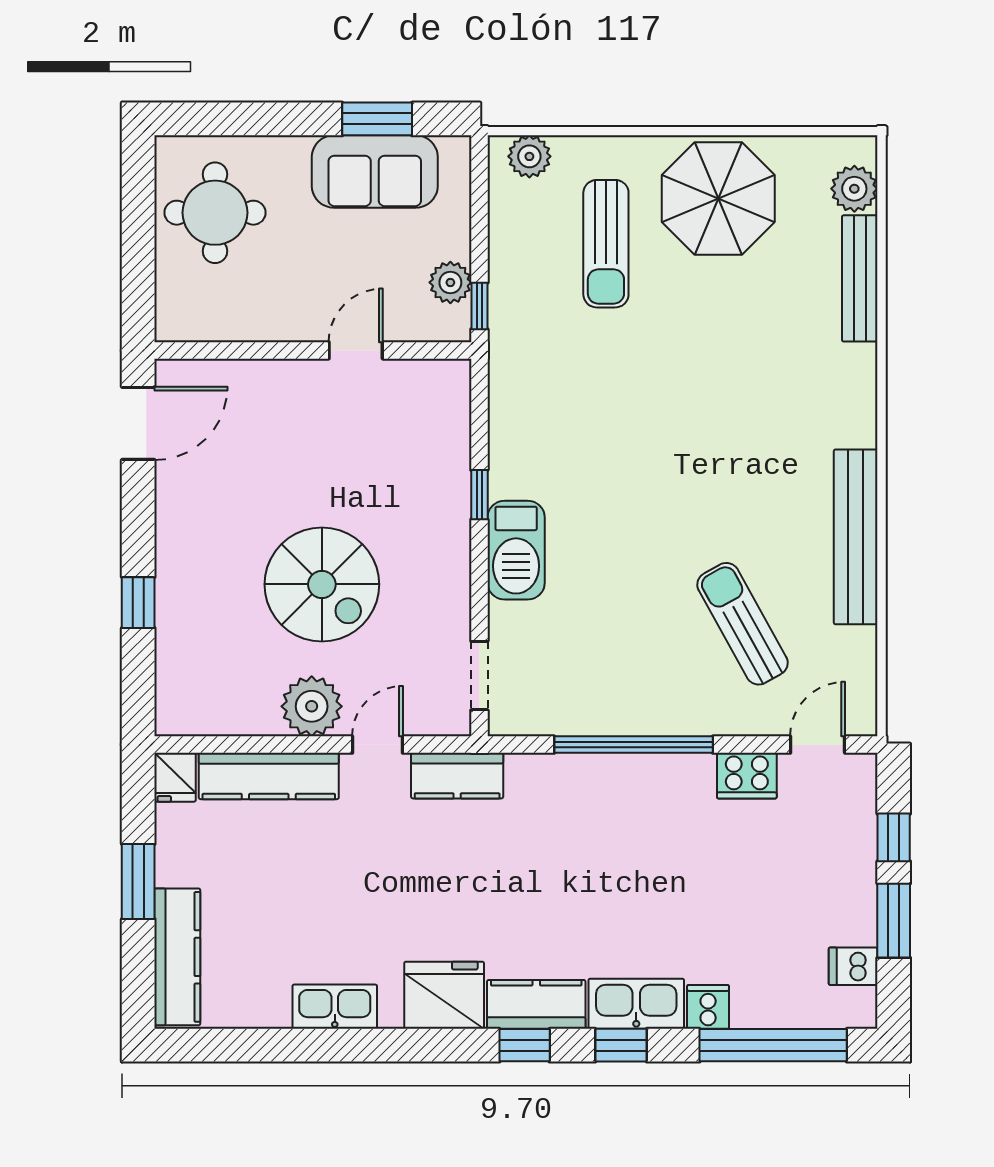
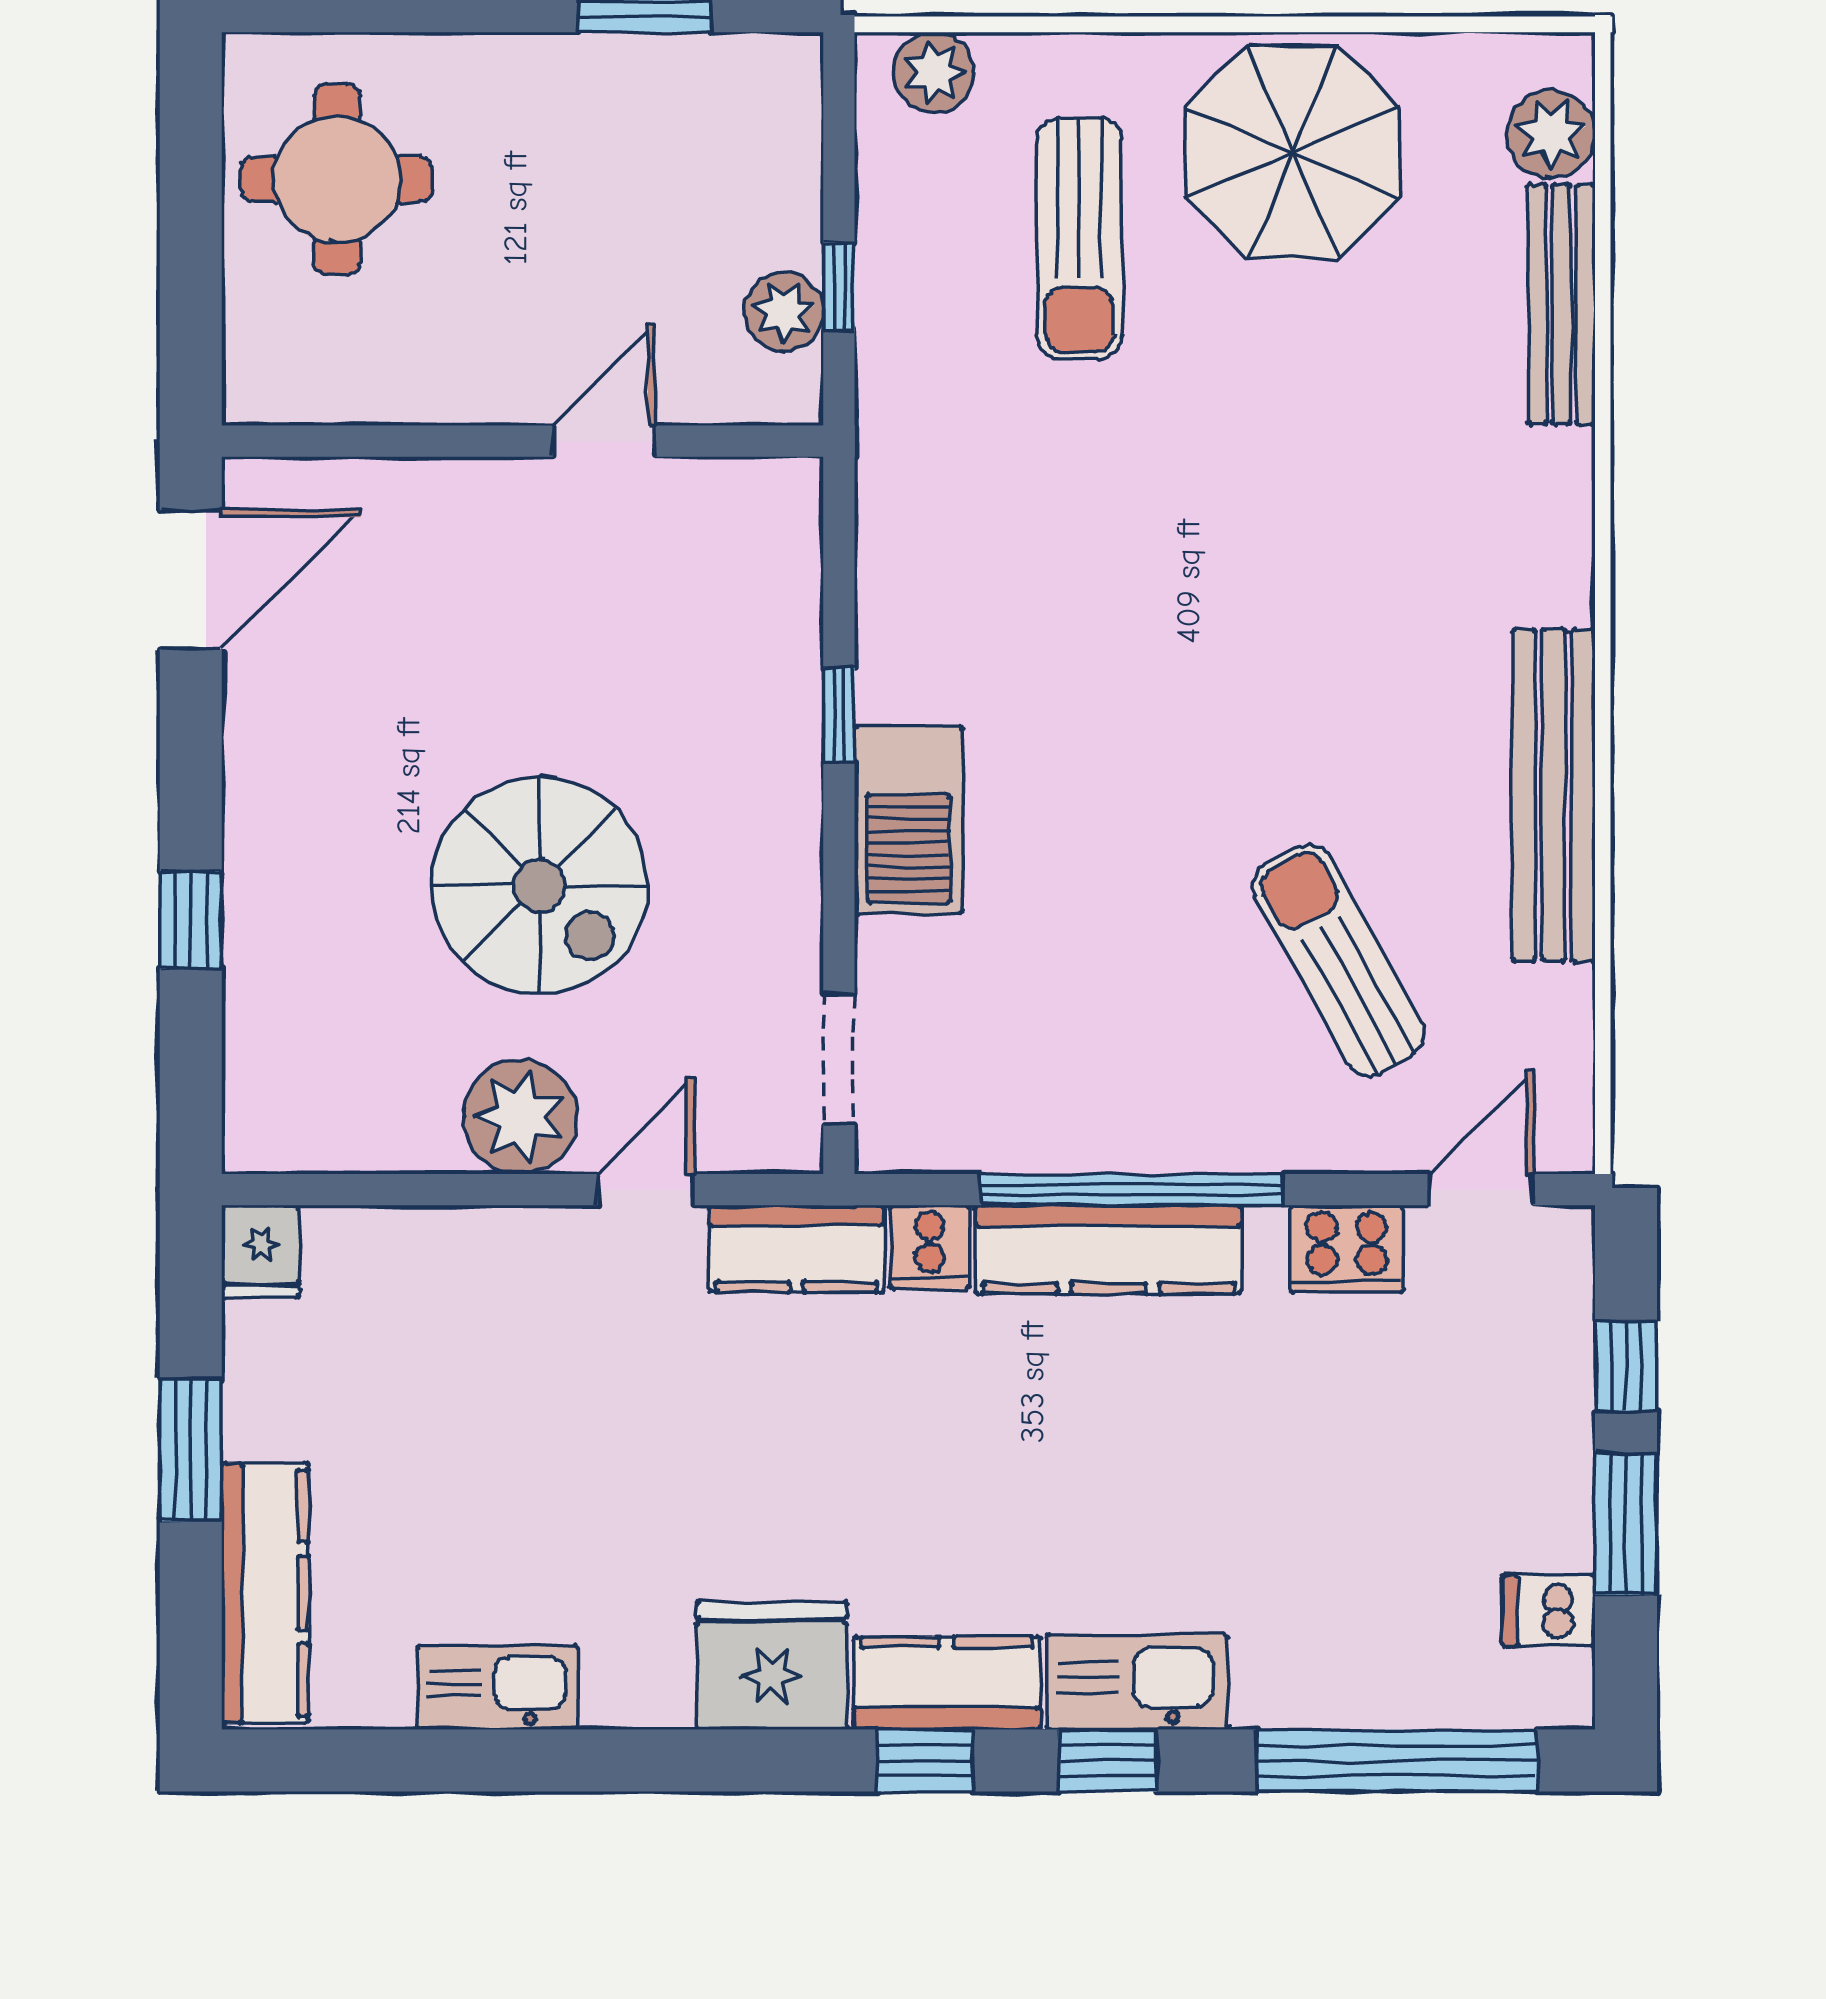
sofa: (375, 171) -> (640, 101), removed
window: (479, 306) -> (839, 287), moved
kitchen counter: (269, 776) -> (1108, 1249), moved
kitchen sink: (335, 1007) -> (498, 1688), moved
cooker: (708, 1007) -> (930, 1247), moved, turned 180

